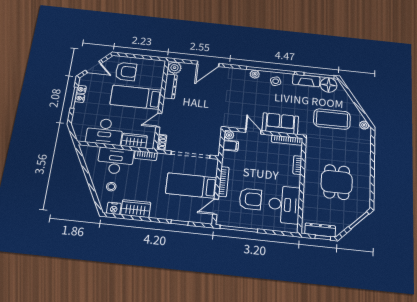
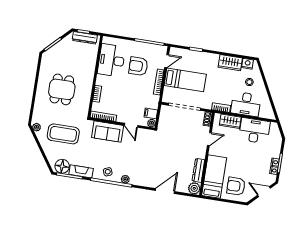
bed: (136, 97) -> (214, 177), moved, turned -90
dining table: (337, 182) -> (62, 89), moved

